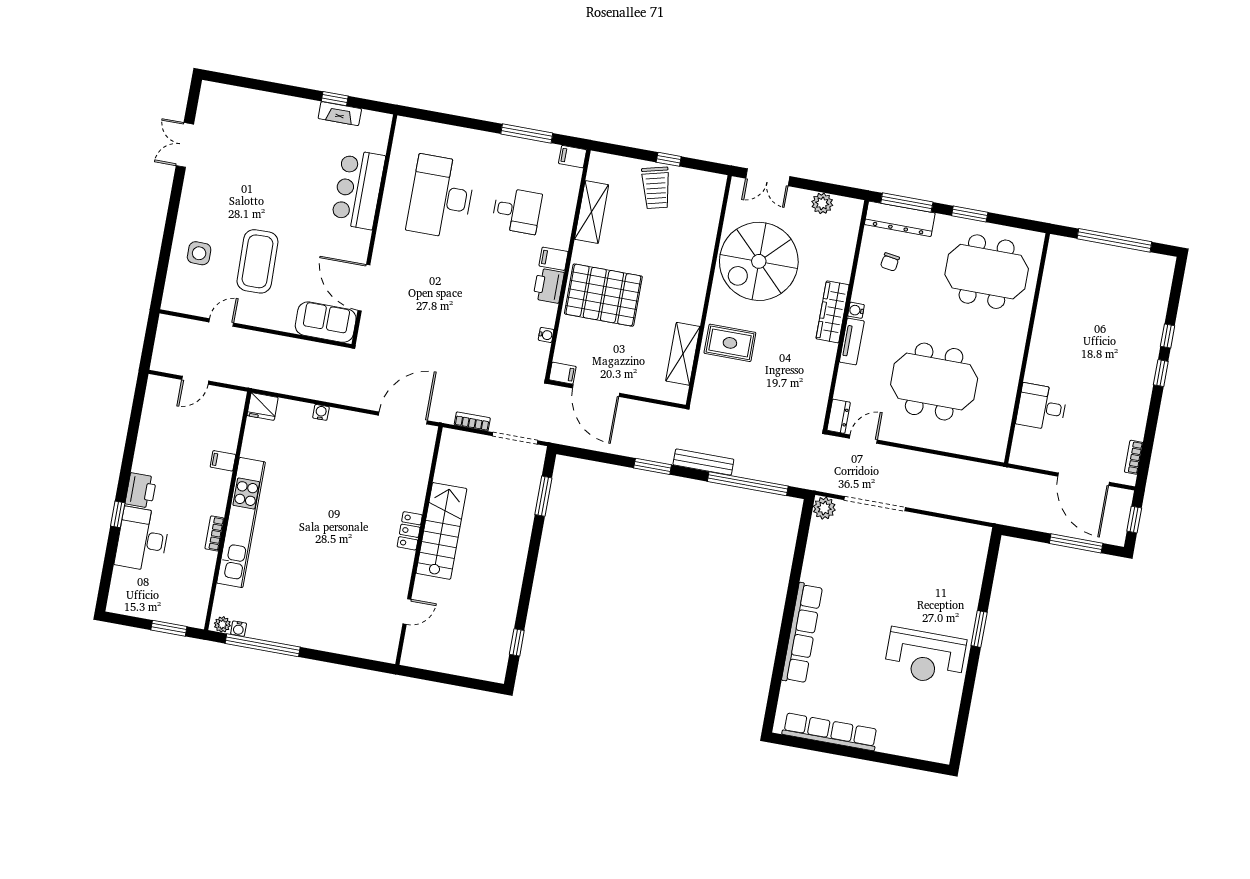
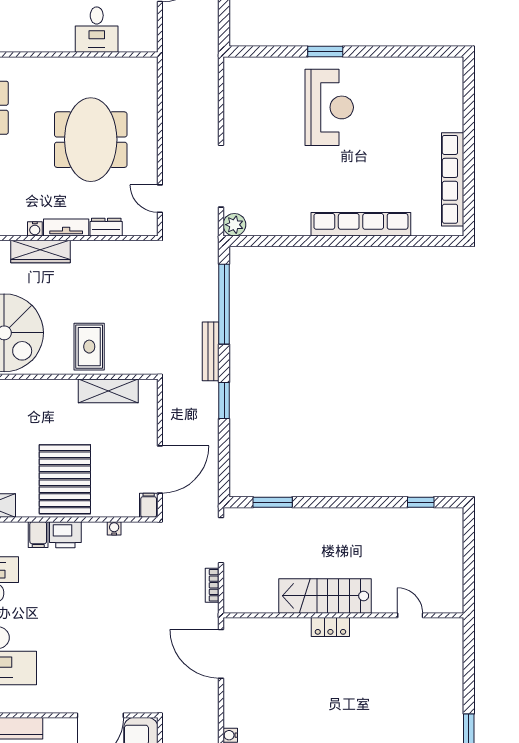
dresser: (839, 416) -> (106, 227), moved
reception desk: (925, 657) -> (329, 107), moved

